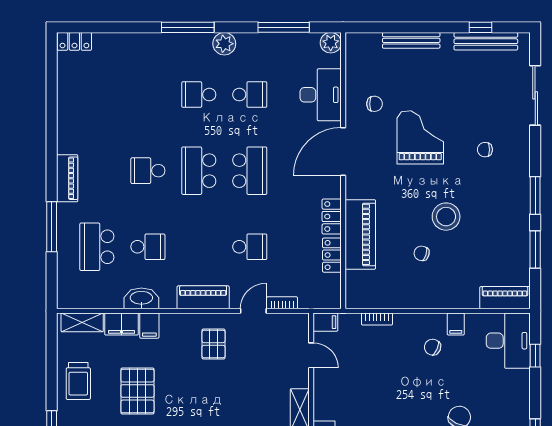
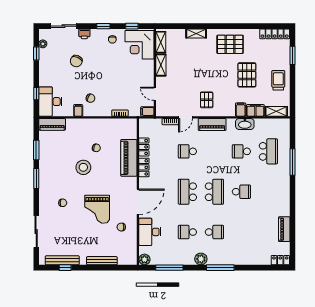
piano: (67, 178) -> (284, 229), moved

